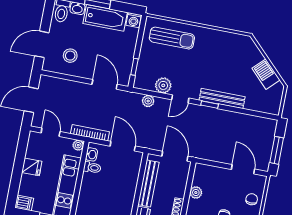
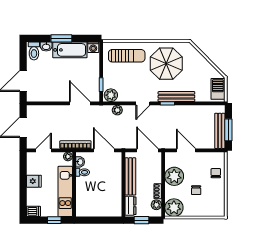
stool: (70, 56) -> (48, 86), removed
parasol: (218, 57) -> (166, 64), added
barbecue: (266, 74) -> (218, 89), moved, turned 45
plant: (163, 85) -> (111, 95), moved
door: (51, 132) -> (44, 150), hinge flipped
bench: (266, 149) -> (220, 131), added
door: (243, 169) -> (186, 150), moved
plant: (196, 193) -> (174, 176), width x1.88, depth x1.88

